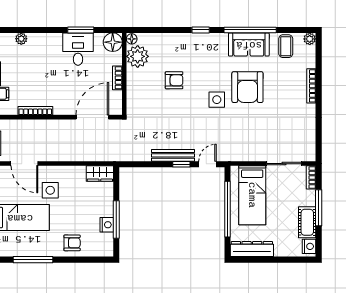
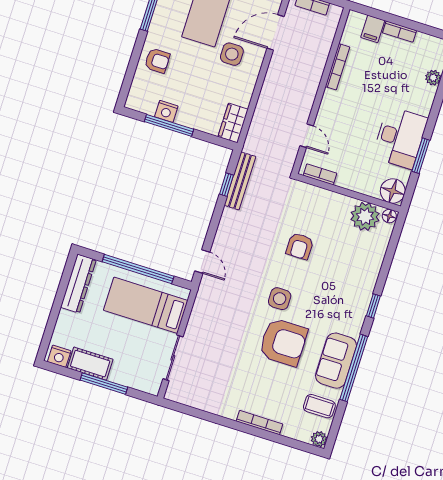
desk: (78, 49) -> (400, 138), width x1.37
bookcase: (117, 78) -> (320, 174), moved
armchair: (174, 80) -> (300, 246), moved
armchair: (247, 87) -> (283, 342), turned 180
door: (92, 117) -> (307, 136), width x0.53
bench: (173, 155) -> (240, 181), moved
window: (181, 164) -> (227, 185), moved
bookcase: (311, 177) -> (145, 386), removed
armchair: (72, 243) -> (157, 61), turned -90

